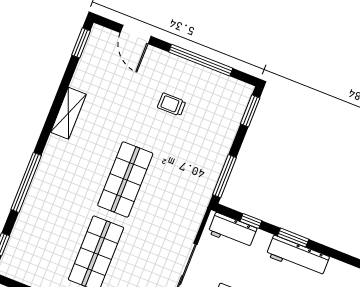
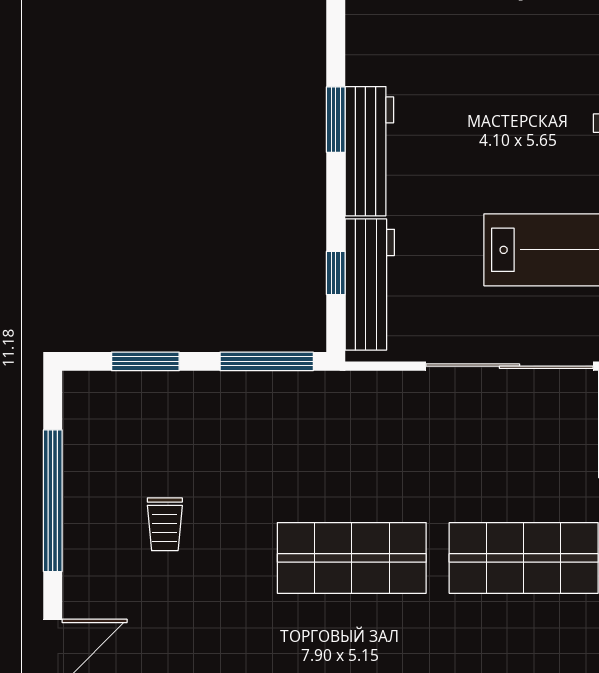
window: (250, 111) -> (145, 361), moved
workbench: (232, 231) -> (370, 285), width x1.37
window: (293, 238) -> (336, 120), moved

